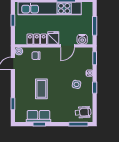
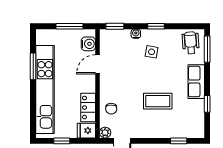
fridge: (53, 38) -> (86, 131), moved
door: (68, 46) -> (97, 64), swing flipped
row of seats: (38, 116) -> (196, 82), moved

